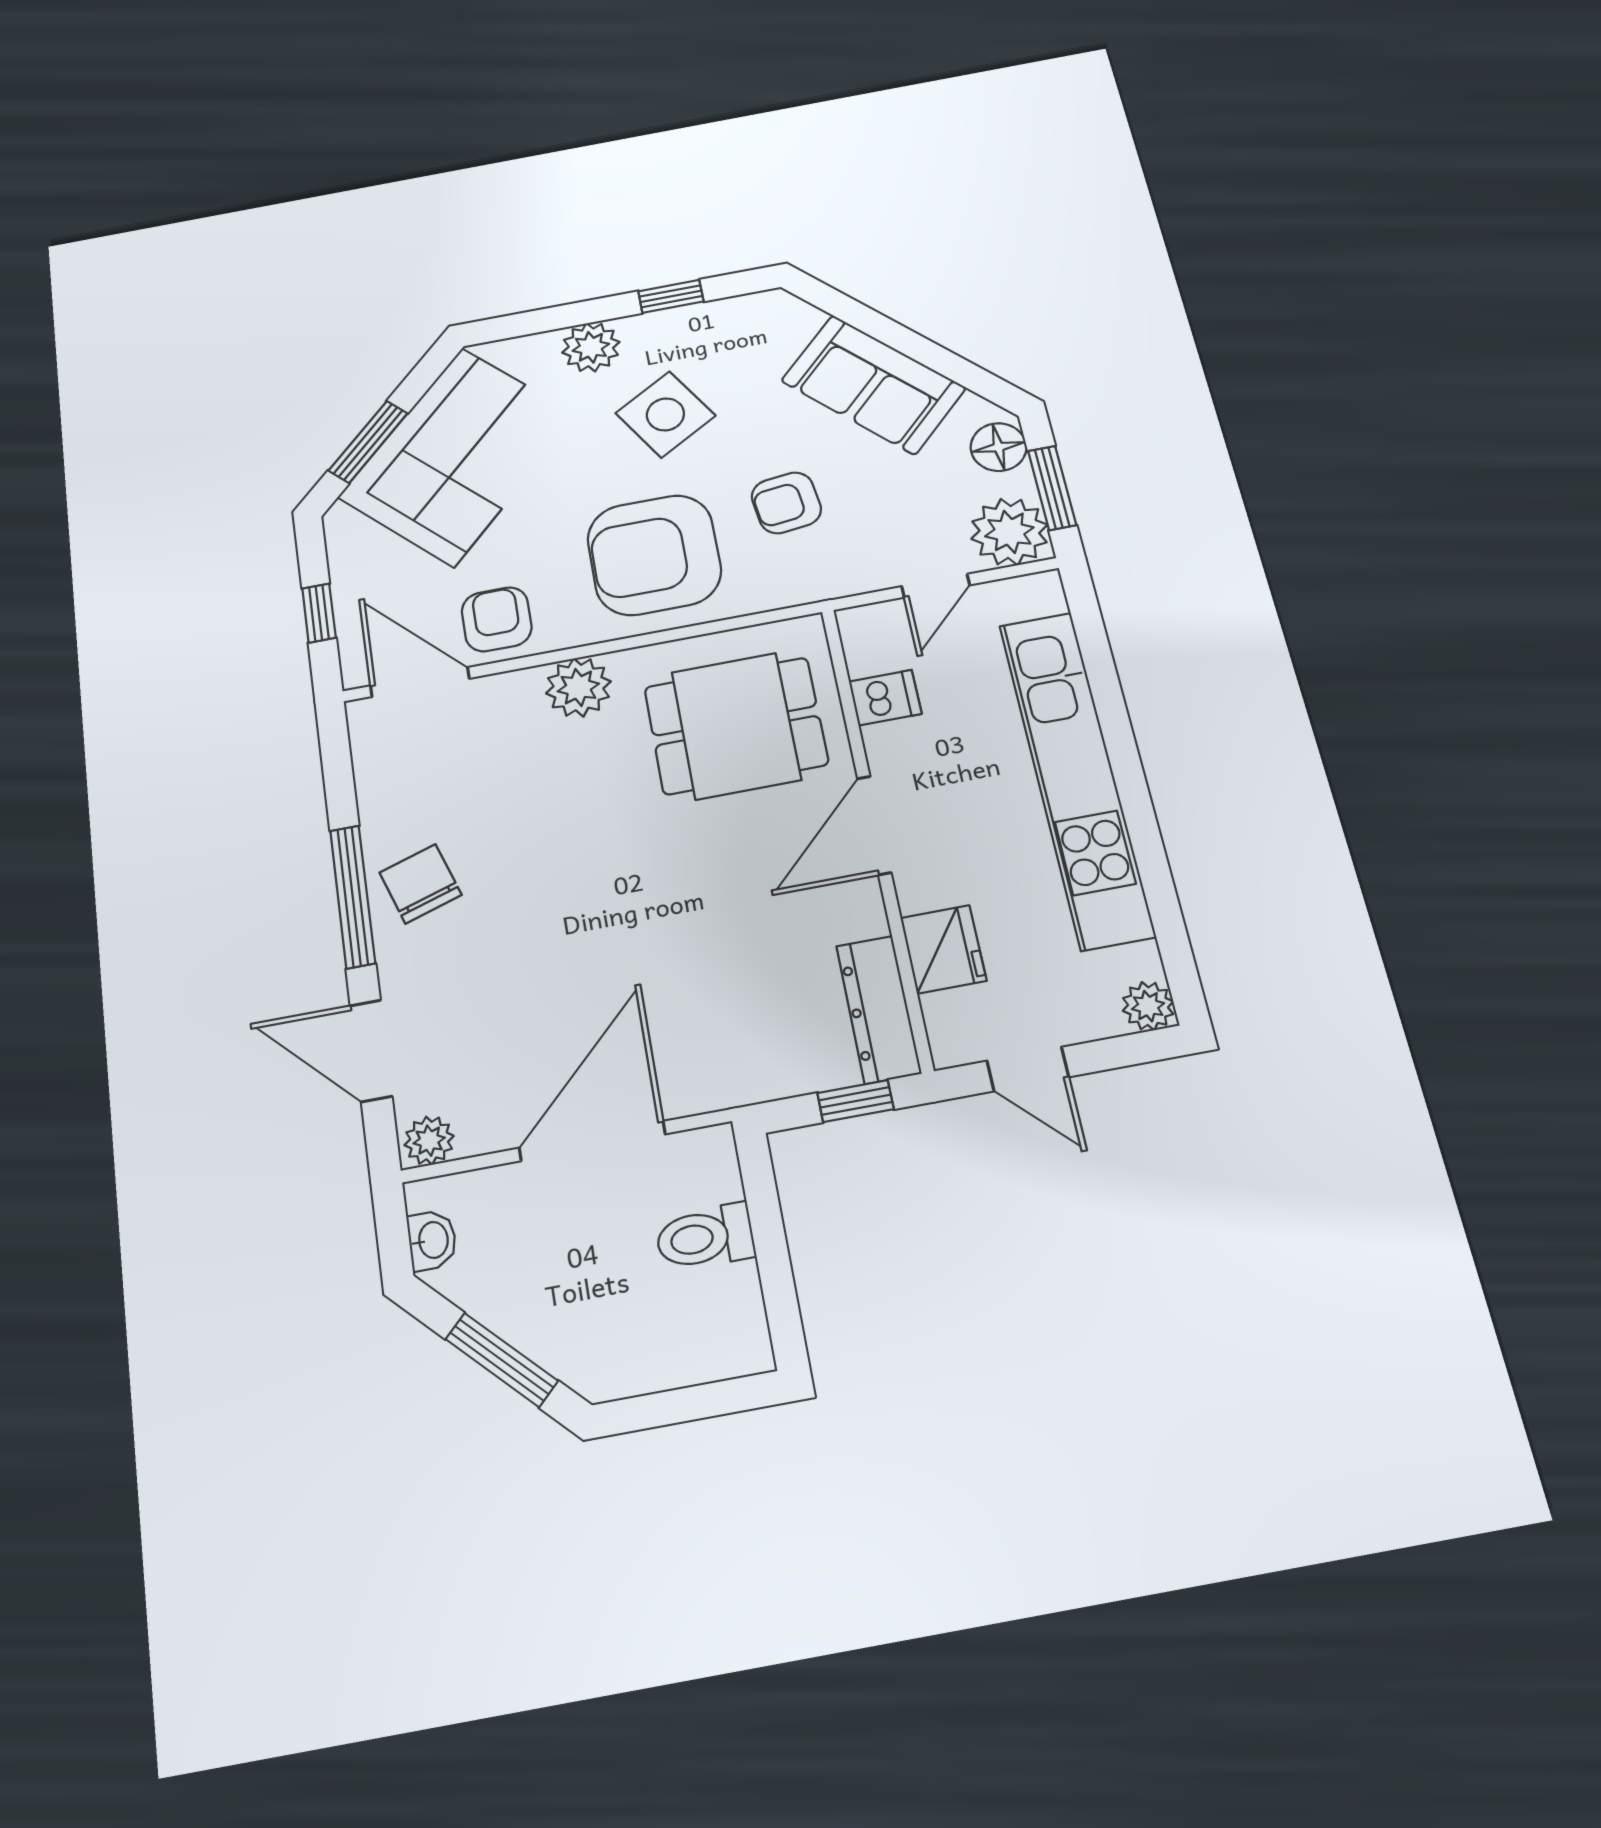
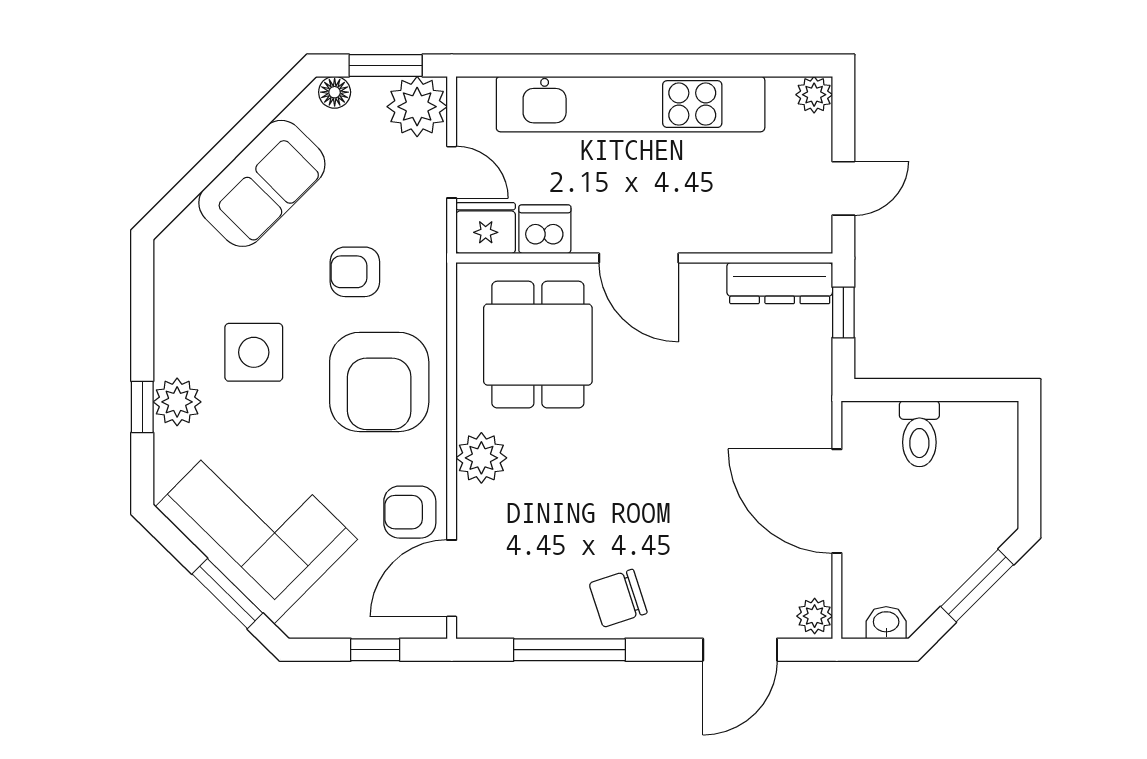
window: (671, 296) -> (142, 407), moved
side table: (665, 414) -> (254, 352), turned 31
floor lamp: (999, 447) -> (335, 92), width x0.73, depth x0.73
armchair: (786, 503) -> (355, 272), turned 97
dishwasher: (885, 698) -> (545, 229), width x1.38
window: (353, 896) -> (569, 650), moved
fridge: (943, 949) -> (486, 228), moved

